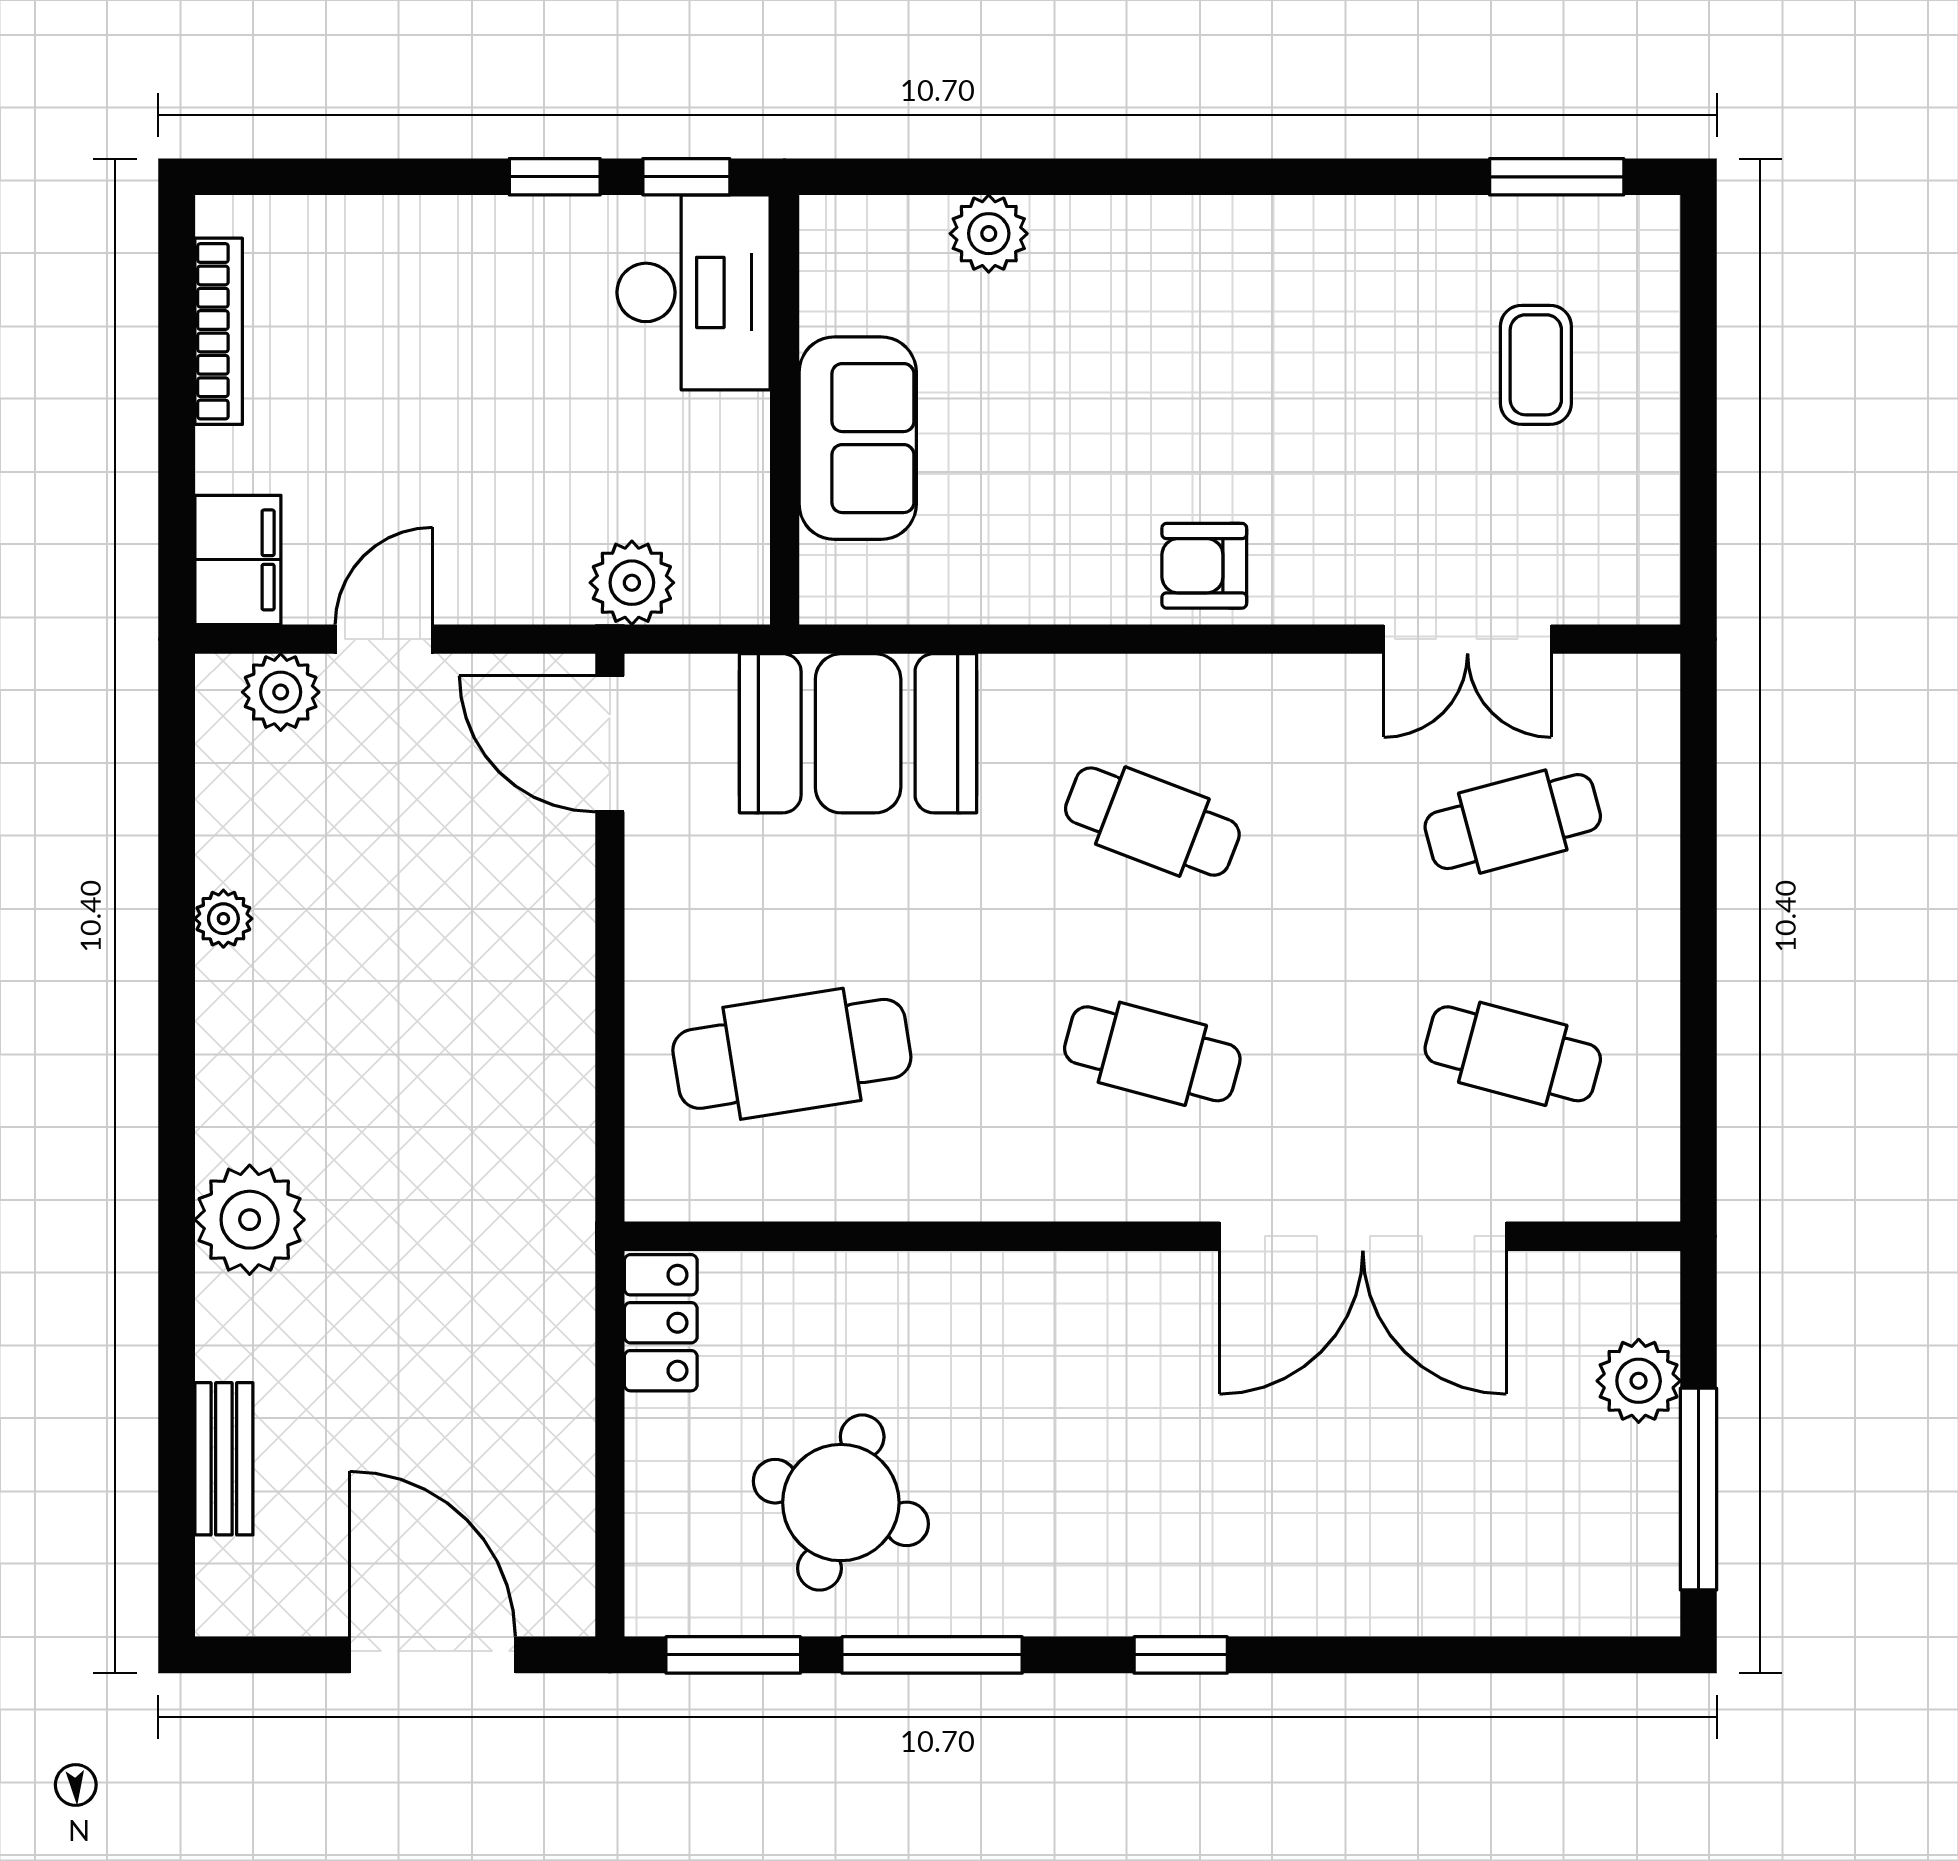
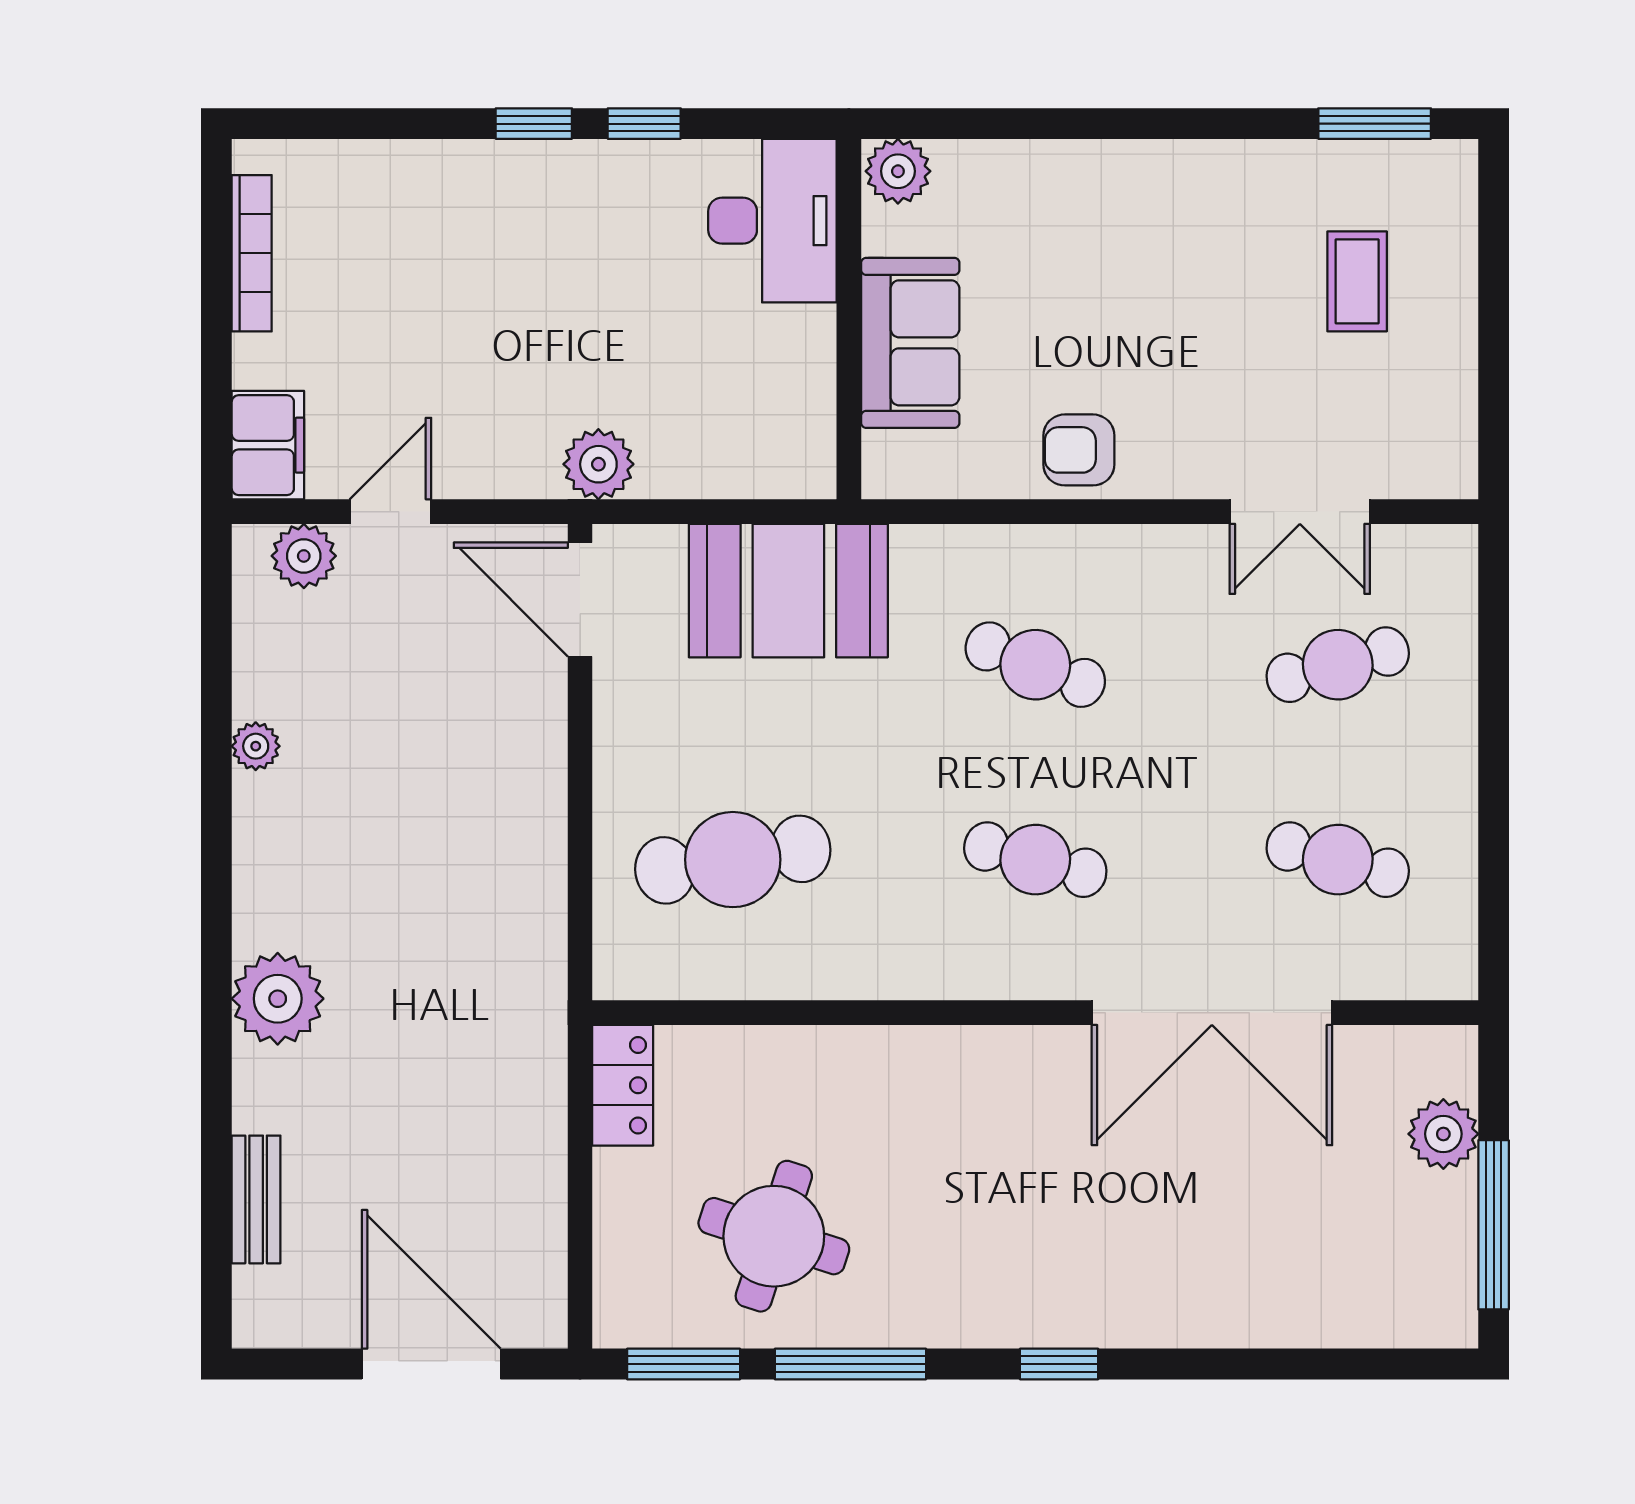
desk: (693, 292) -> (772, 221), moved
wall: (785, 410) -> (849, 319), moved
sofa: (858, 438) -> (910, 343), moved

